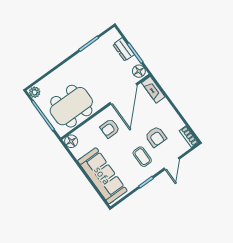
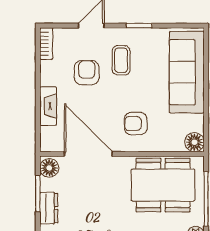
fireplace: (153, 90) -> (48, 106), moved
door: (123, 94) -> (88, 154), hinge flipped
armchair: (110, 128) -> (136, 124), turned 180

